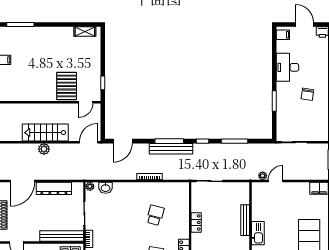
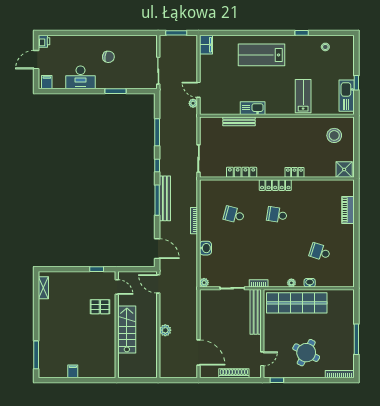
pallet: (67, 86) -> (100, 307), width x0.67, depth x0.71
stairs: (45, 133) -> (127, 330), moved, turned 180
dresser: (54, 188) -> (206, 320), removed
washbasin: (105, 188) -> (206, 248), moved
locker: (196, 222) -> (242, 172), width x1.53

